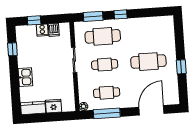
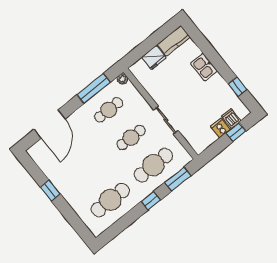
dishwasher: (54, 30) -> (231, 118), moved
cafe table: (148, 62) -> (110, 200), moved

